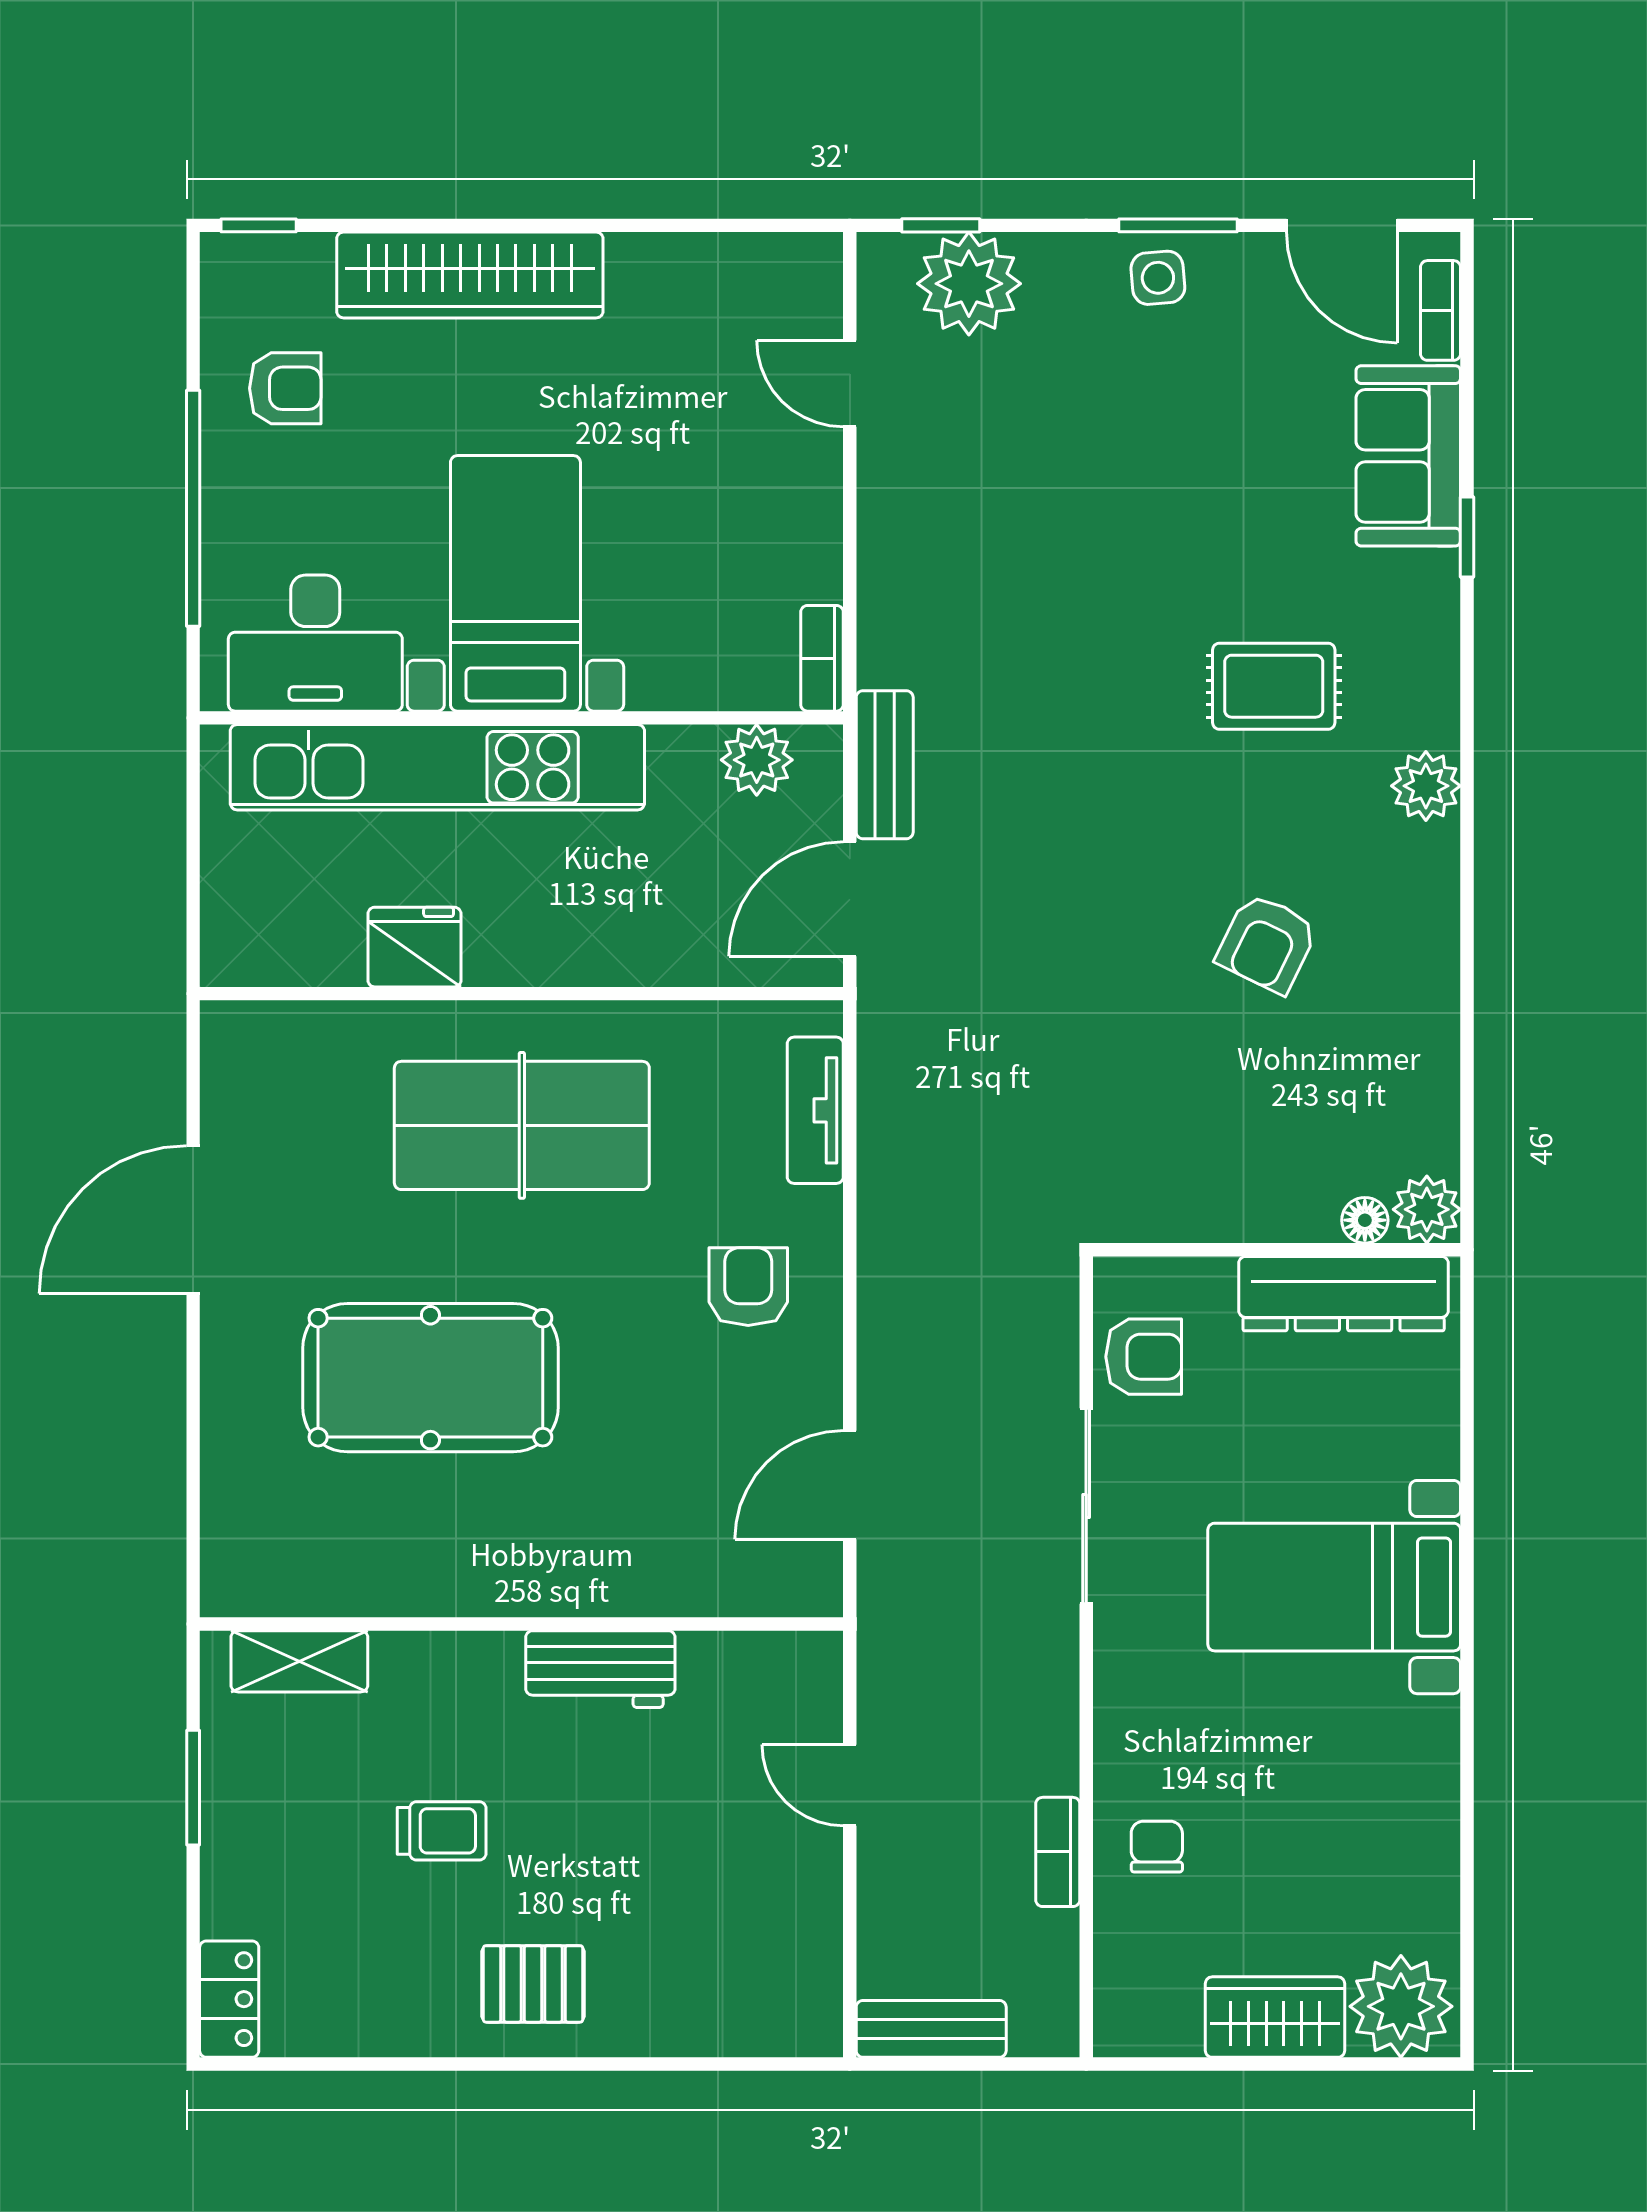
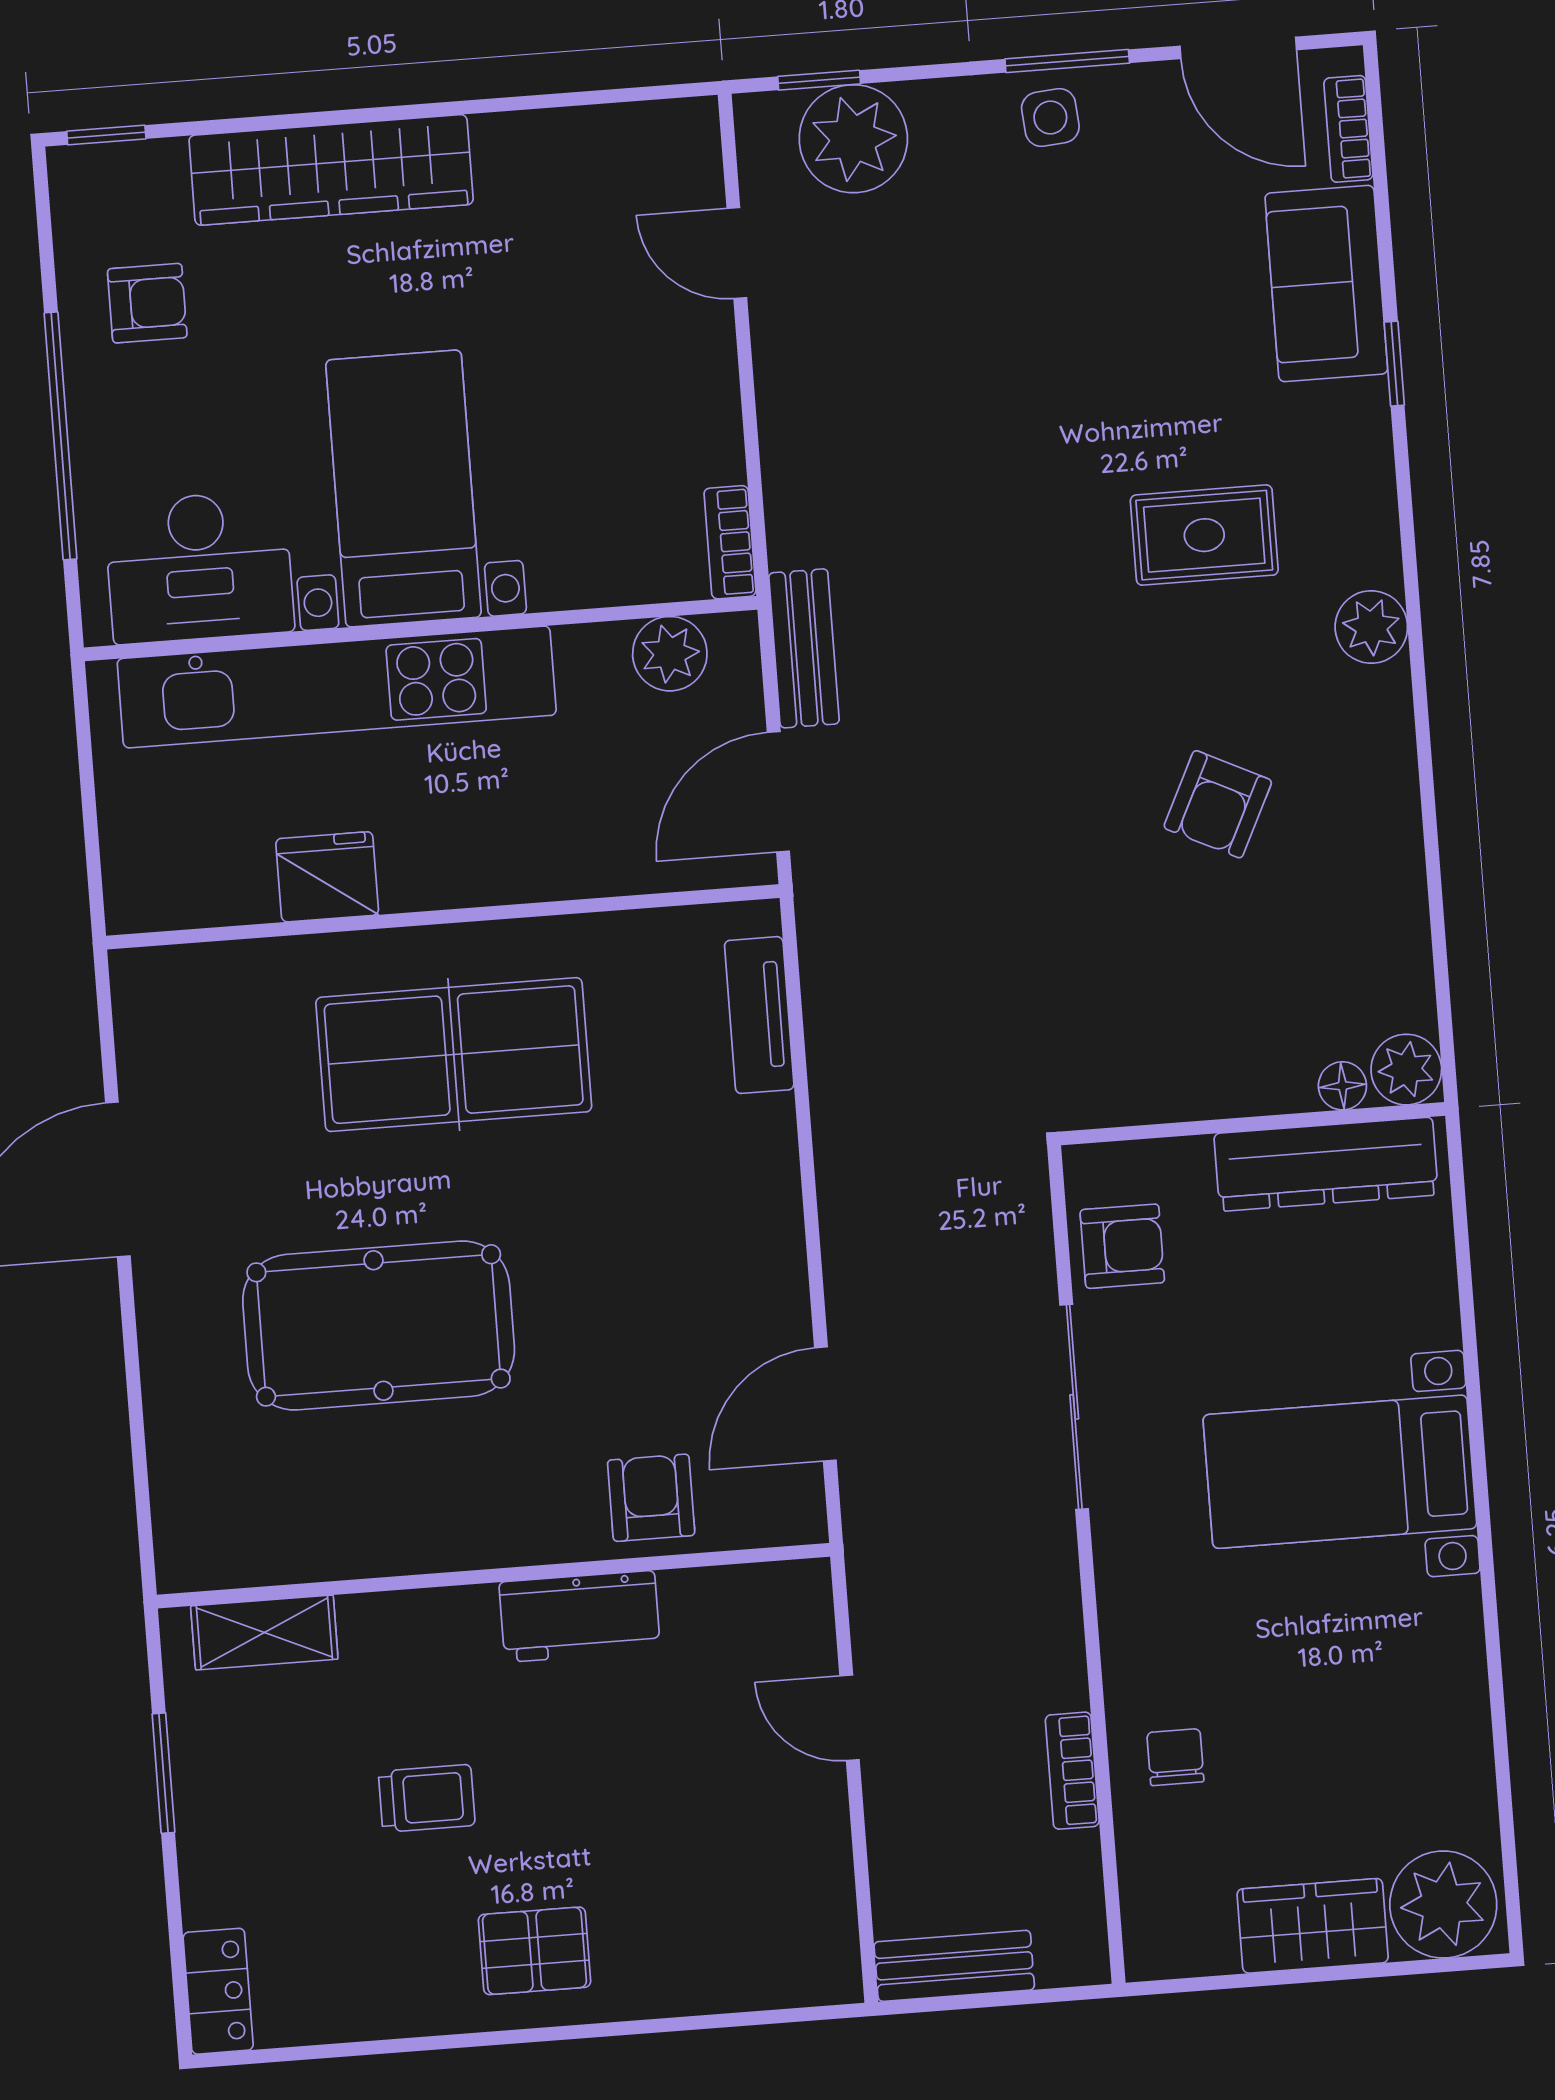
armchair: (748, 1287) -> (651, 1498), moved

